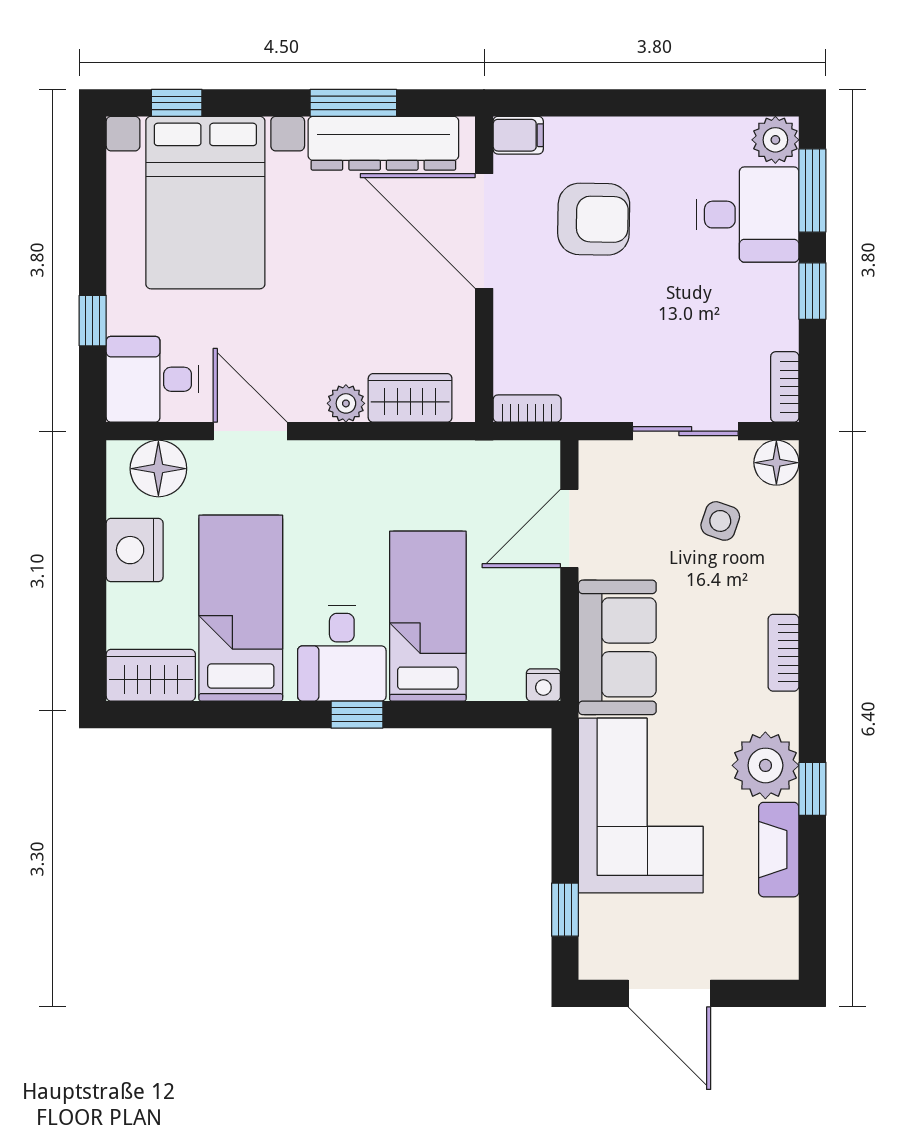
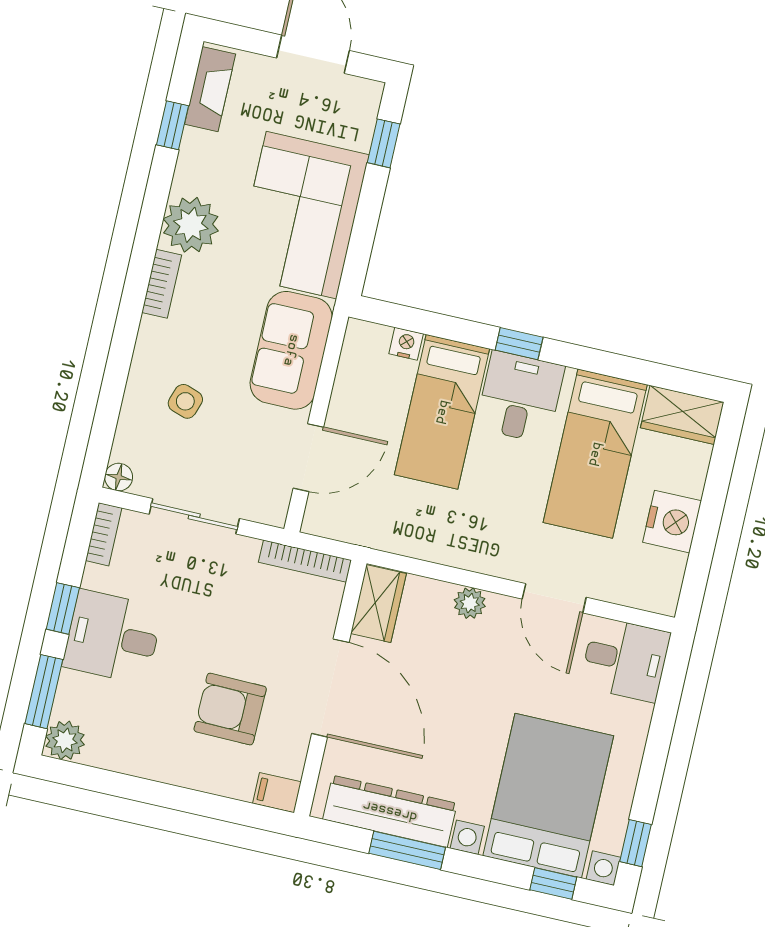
desk: (748, 215) -> (113, 637), moved
door: (484, 231) -> (330, 688), moved
window: (93, 321) -> (635, 843), moved
wardrobe: (410, 398) -> (378, 604), moved, turned -90
bookcase: (527, 409) -> (305, 561), width x1.56
floor lamp: (776, 463) -> (119, 477), width x0.73, depth x0.73
floor lamp: (158, 469) -> (637, 585), removed
side table: (720, 521) -> (185, 401), moved
bookcase: (784, 653) -> (162, 284), moved
nightstand: (543, 685) -> (406, 344), moved
window: (812, 789) -> (173, 125), moved
fireplace: (779, 850) -> (210, 89), moved

